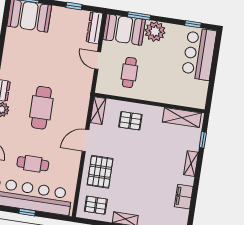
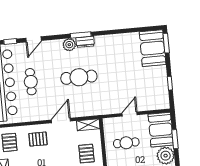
dresser: (94, 28) -> (156, 105), removed
door: (85, 140) -> (61, 120), hinge flipped
pallet: (100, 172) -> (38, 139), width x0.67, depth x0.71

